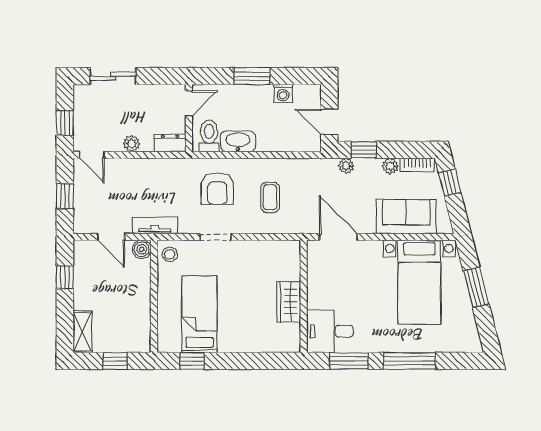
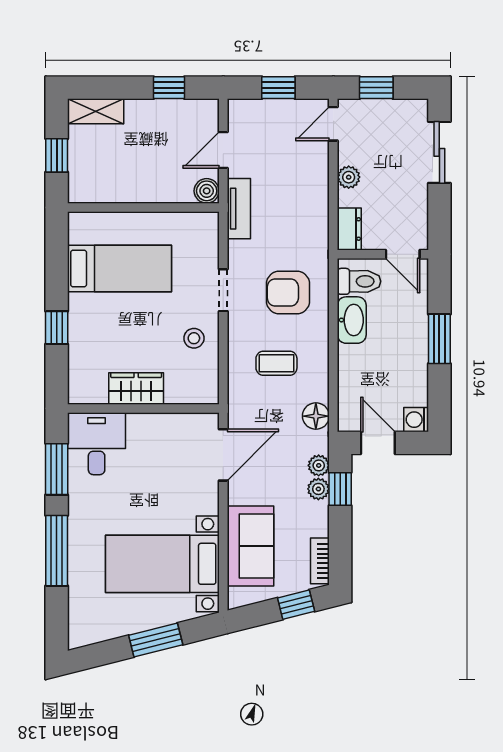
washing machine: (283, 93) -> (416, 420), moved
door: (329, 122) -> (378, 443), hinge flipped
plant: (390, 166) -> (318, 489), moved
floor lamp: (309, 168) -> (316, 416), added
stool: (170, 254) -> (194, 338), moved
window: (192, 361) -> (57, 328), moved

